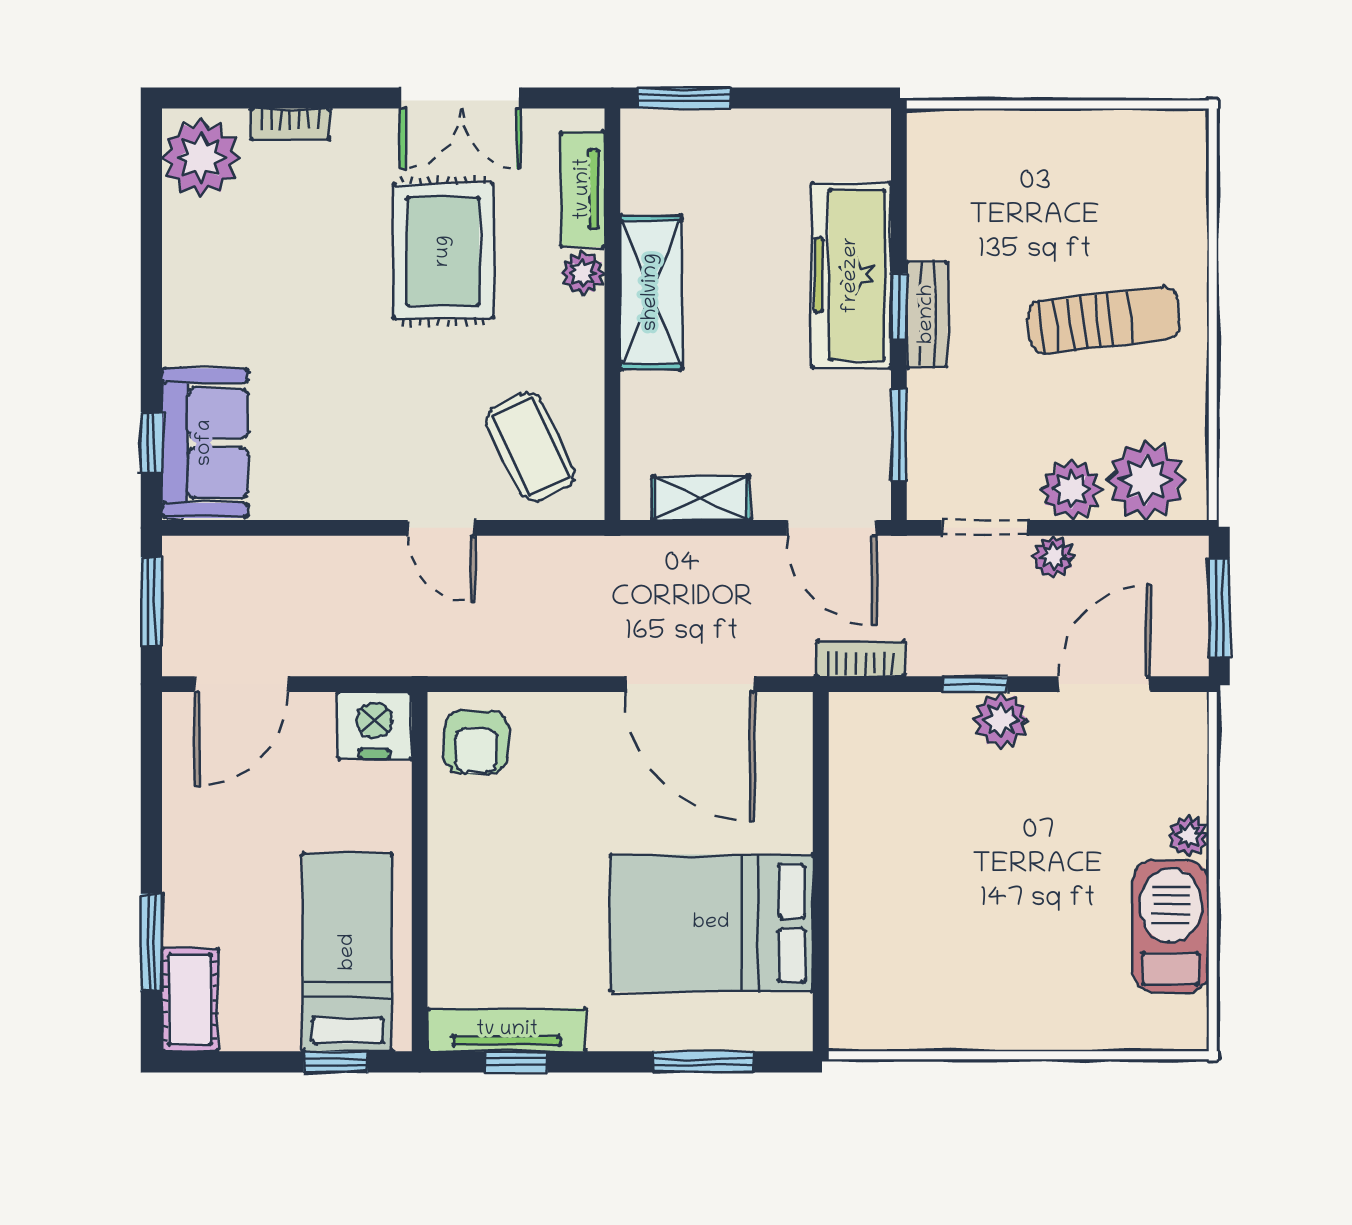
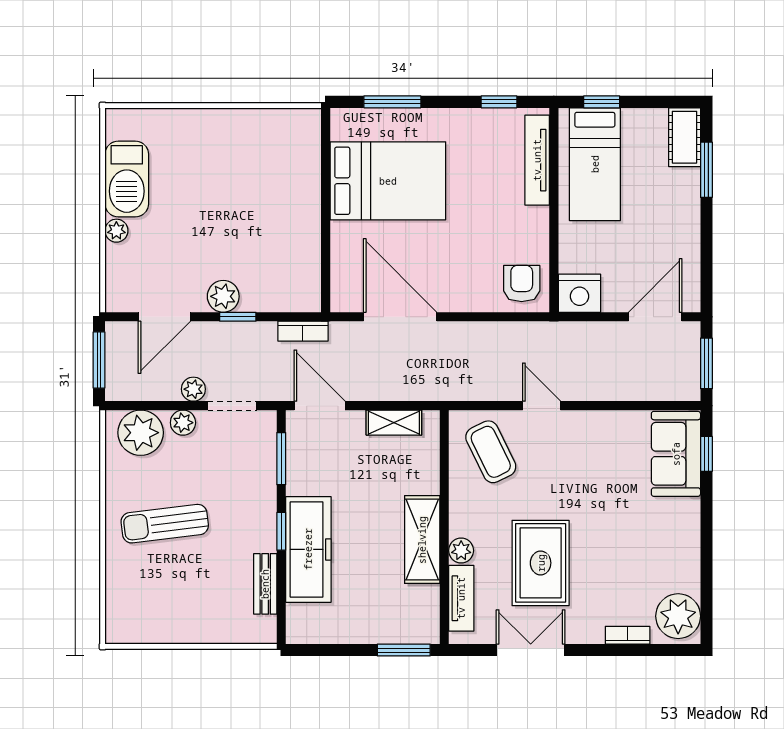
bench: (927, 314) -> (265, 584), moved
plant: (1072, 490) -> (183, 423), width x0.73, depth x0.73
tv unit: (507, 1030) -> (537, 160), moved, turned 90

